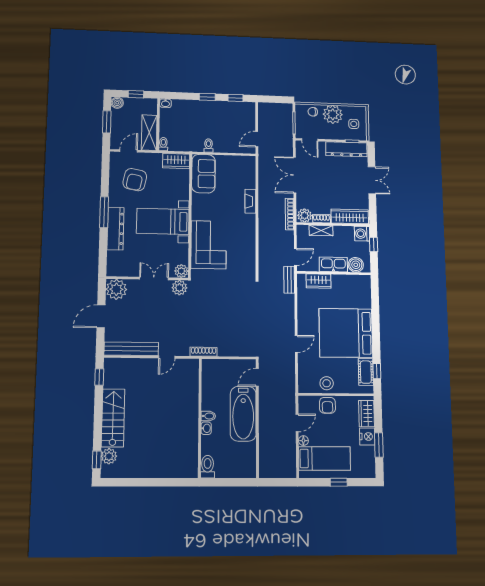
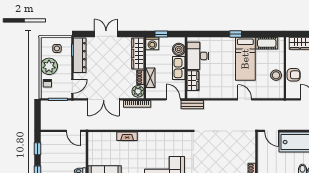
desk: (348, 288) -> (198, 56), added
bed: (346, 333) -> (245, 59), width x0.49
window: (377, 371) -> (236, 34), moved

